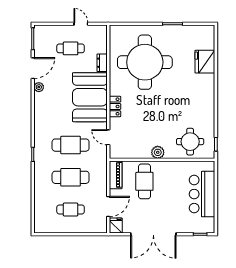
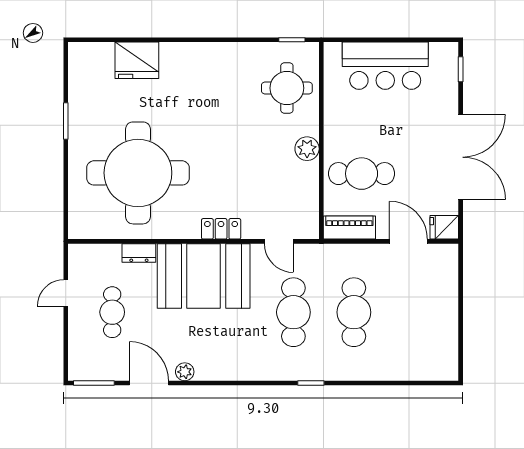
door: (108, 137) -> (279, 241), hinge flipped
cafe table: (71, 209) -> (414, 312), removed

